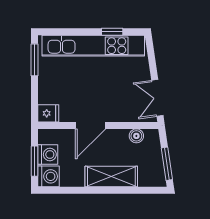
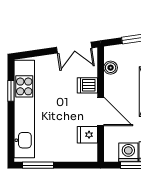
dishwasher: (118, 112) -> (87, 85), added
fridge: (48, 113) -> (87, 135), moved, turned -90

